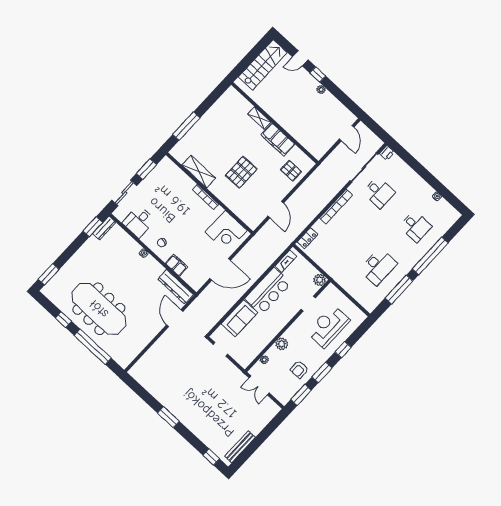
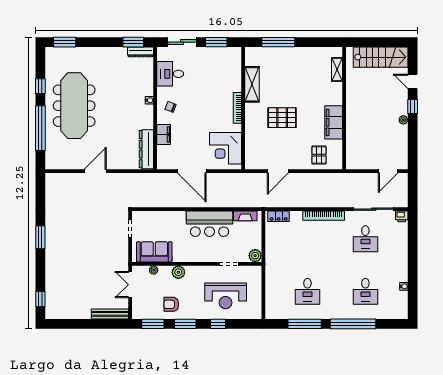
shelving: (259, 118) -> (337, 70), moved
desk: (378, 267) -> (307, 291), width x0.73
door: (175, 318) -> (95, 171), moved
sofa: (239, 318) -> (154, 252), moved, turned 180
reception desk: (328, 326) -> (226, 296), turned 180
bench: (240, 447) -> (110, 314), moved

